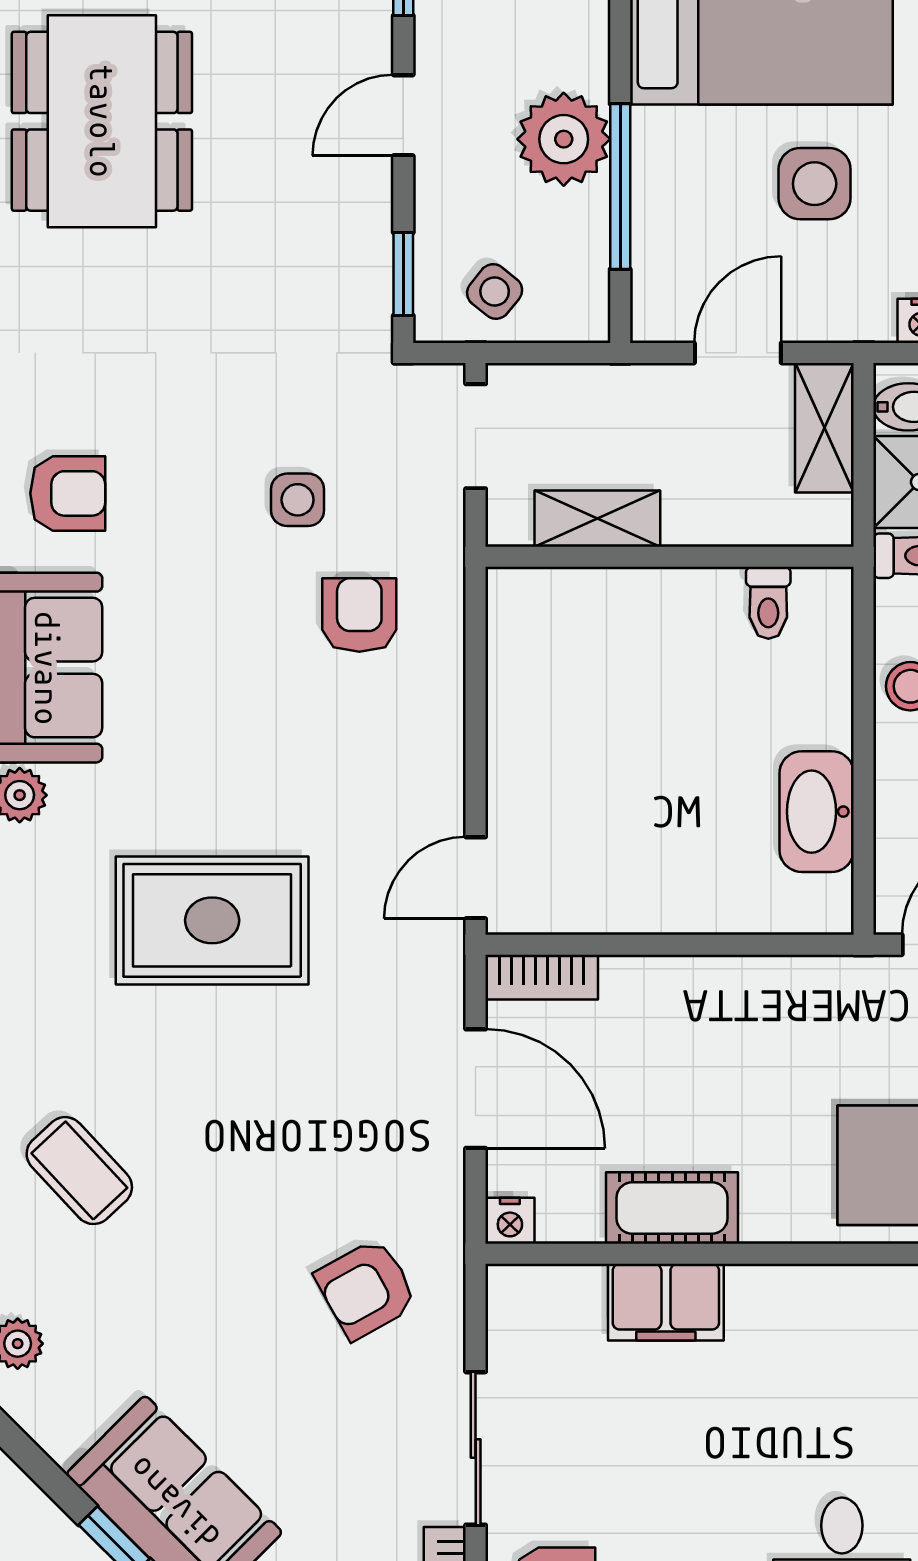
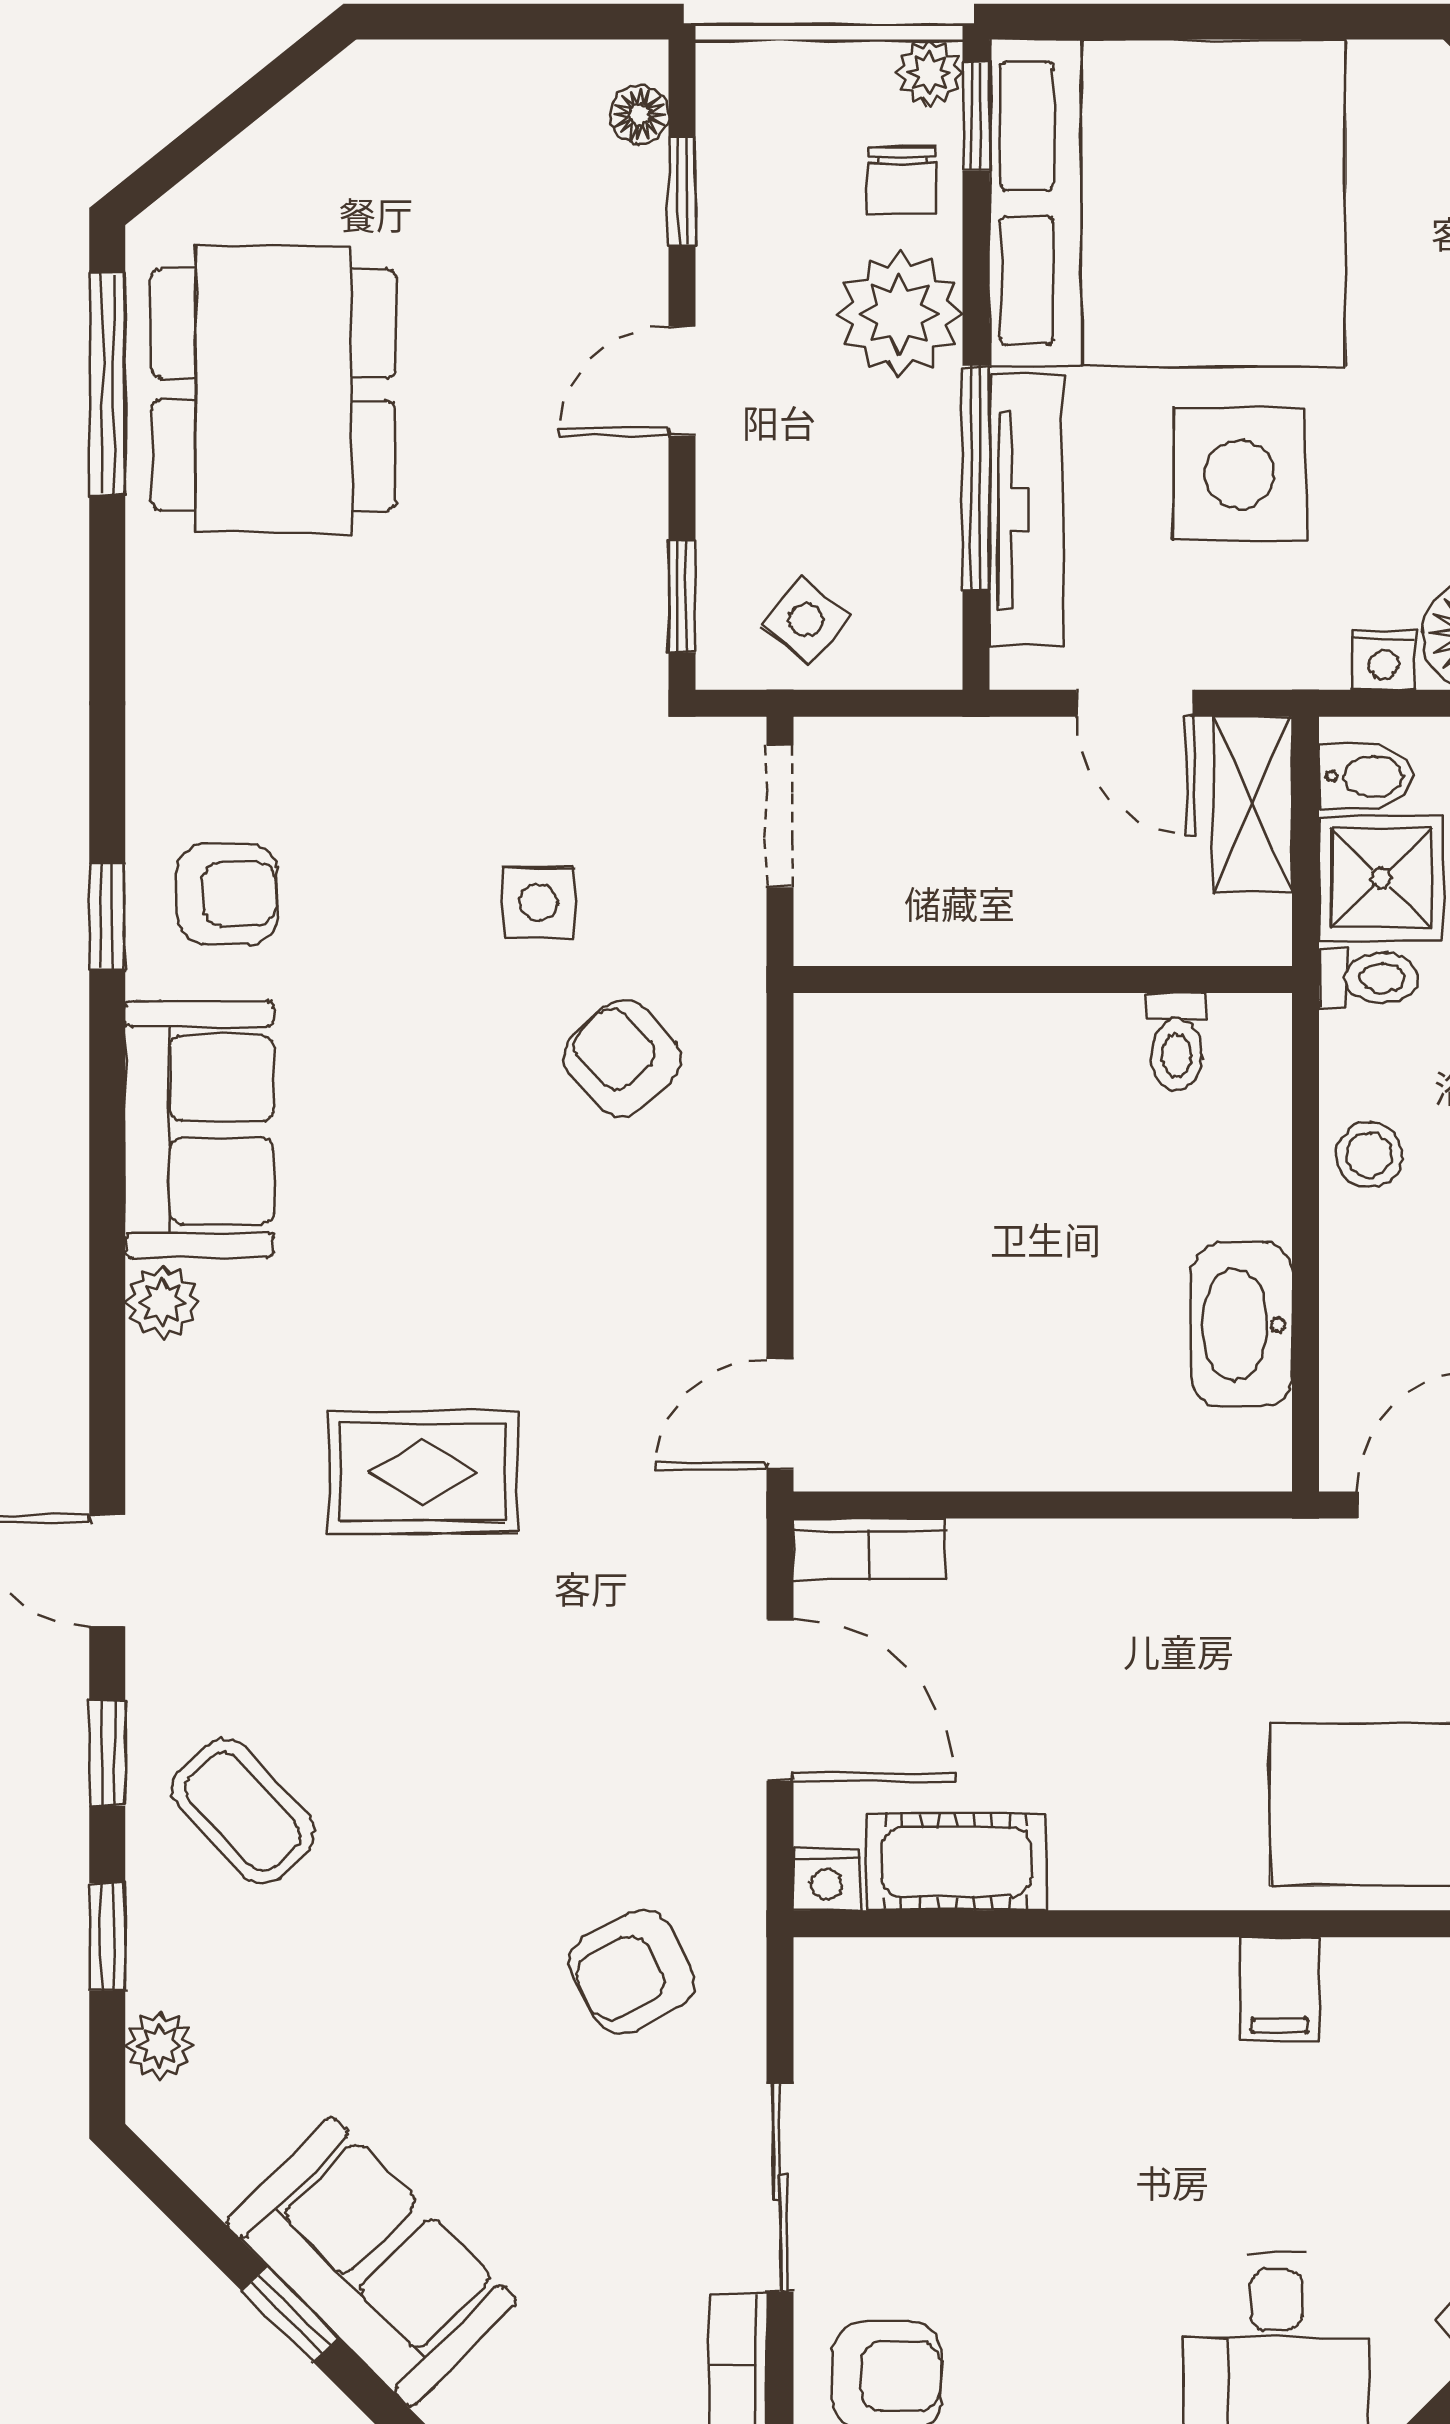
plant: (564, 139) -> (899, 313), moved
side table: (815, 184) -> (1239, 474), width x1.37, depth x1.37
tv unit: (657, 210) -> (1026, 510), added
door: (738, 353) -> (1135, 703), swing flipped
shelving: (597, 519) -> (945, 928), removed
armchair: (359, 615) -> (622, 1058), turned -42
rug: (212, 920) -> (423, 1472), width x0.73, depth x0.70
cot: (672, 1208) -> (956, 1862), moved
filing cabinet: (666, 1302) -> (1280, 1989), moved, width x0.50

